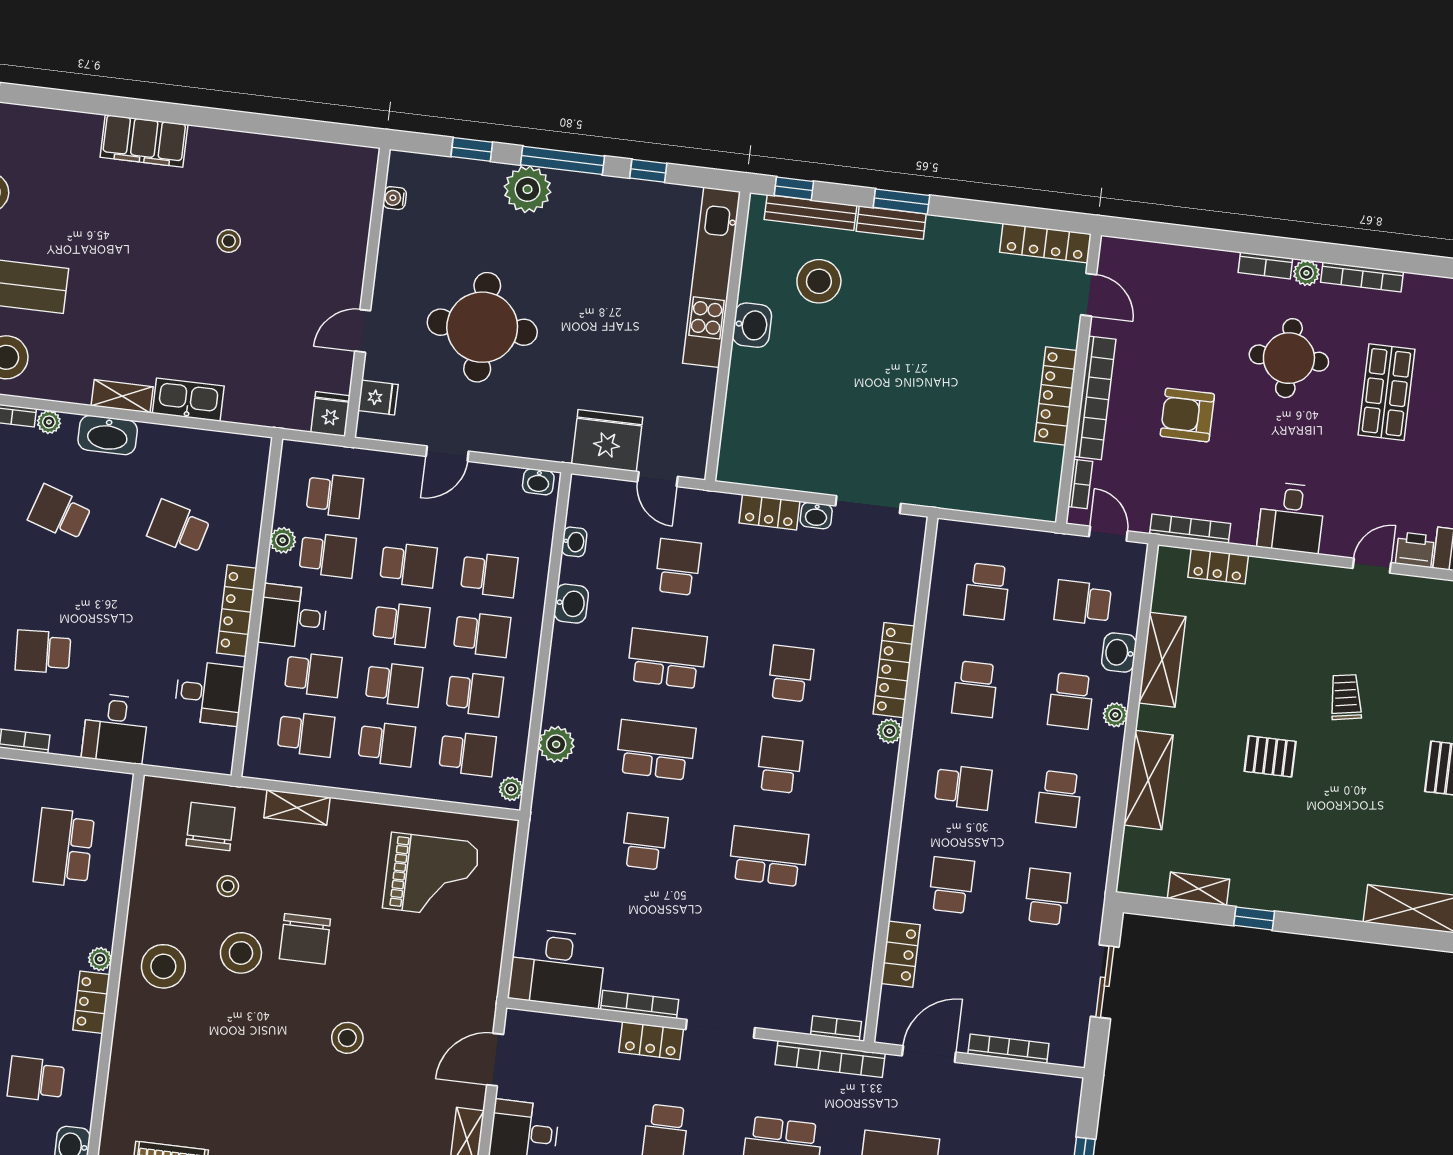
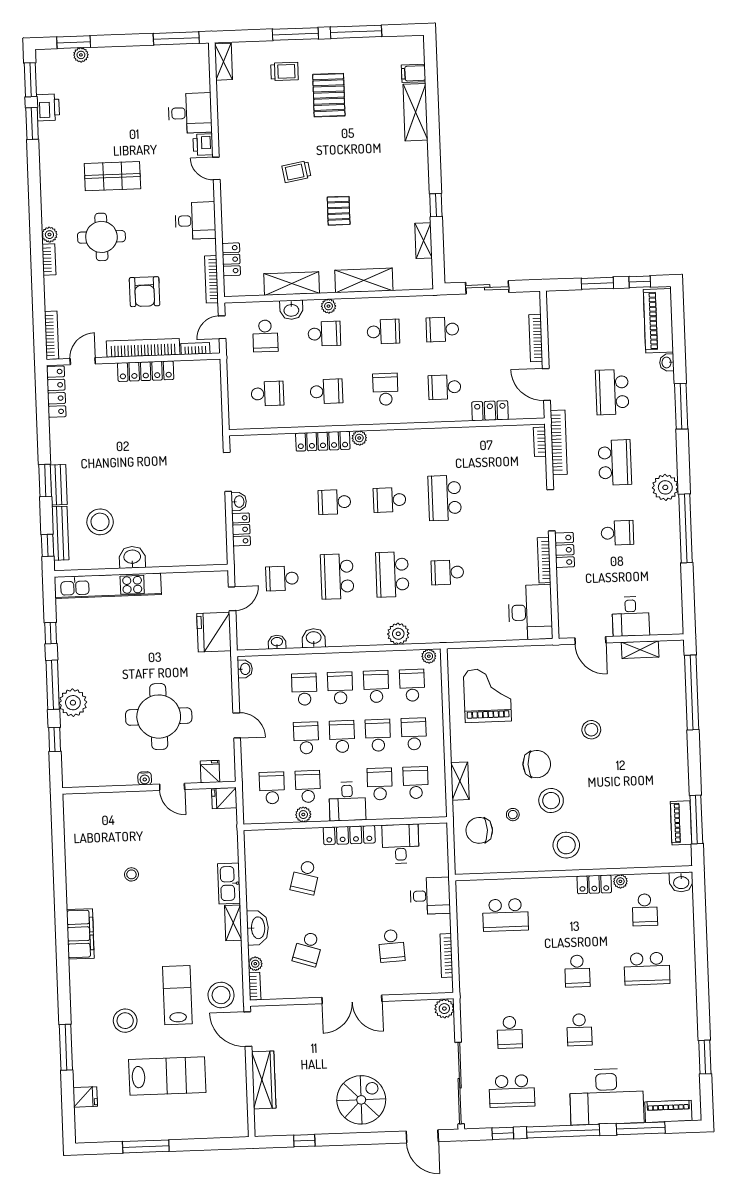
water cooler: (395, 198) -> (145, 778), moved
bookcase: (1362, 277) -> (52, 335), moved
plant: (100, 959) -> (620, 881), moved

